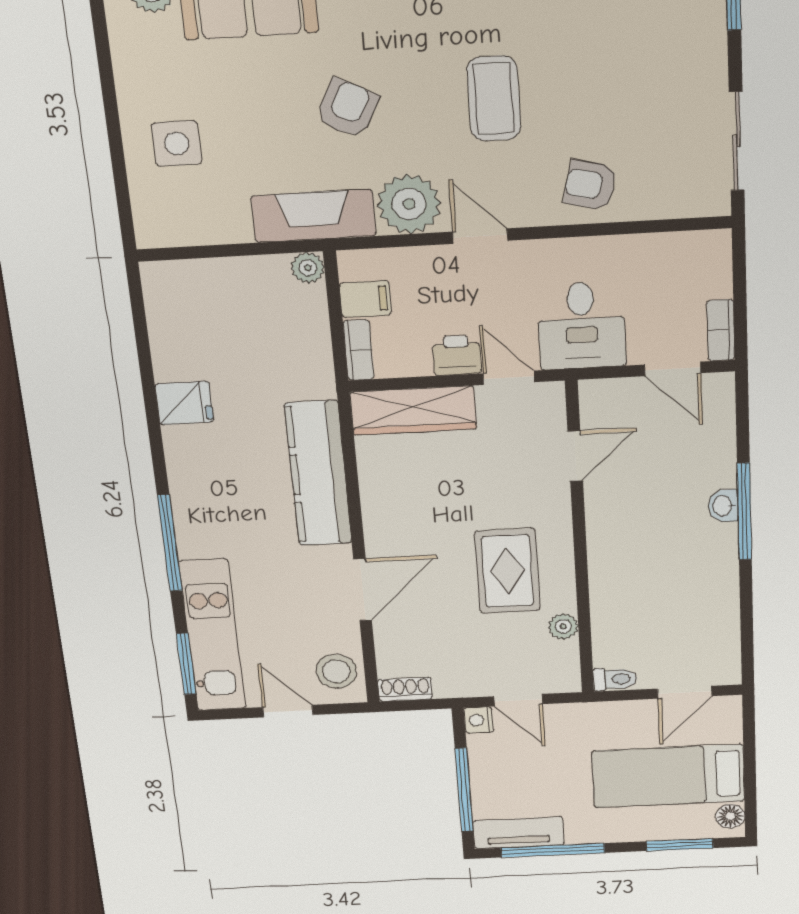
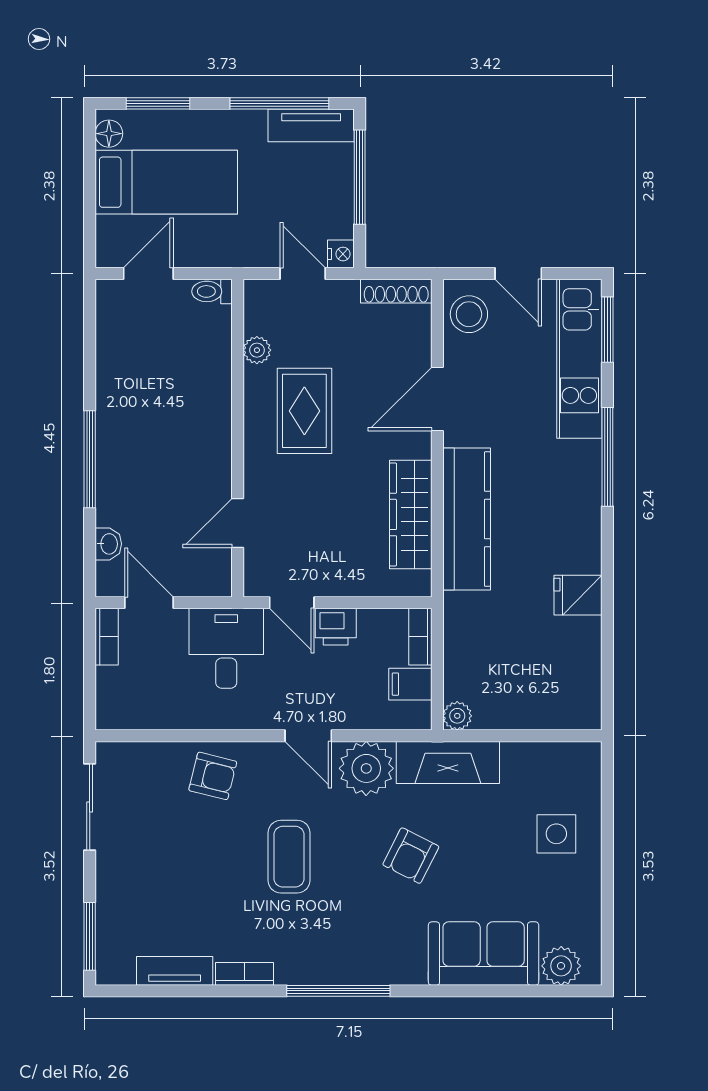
wardrobe: (413, 410) -> (411, 514), moved, turned -90
washbasin: (723, 506) -> (108, 544), moved
shoe rack: (405, 689) -> (396, 291), width x1.43

